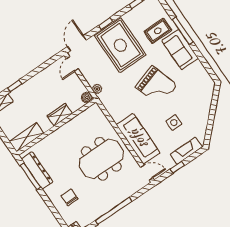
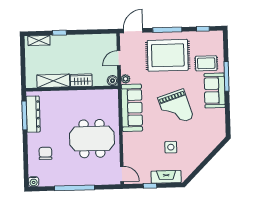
window: (106, 23) -> (167, 30), width x2.17
rug: (120, 45) -> (168, 55), turned 90
door: (72, 64) -> (119, 58), moved
shelving: (27, 137) -> (53, 81), moved
sofa: (138, 139) -> (132, 108), moved

